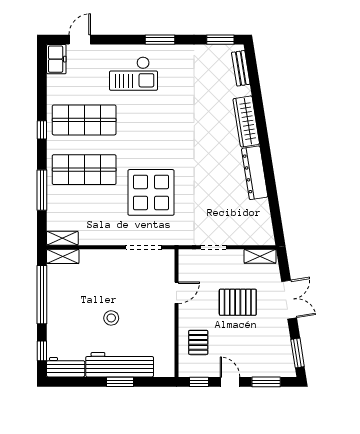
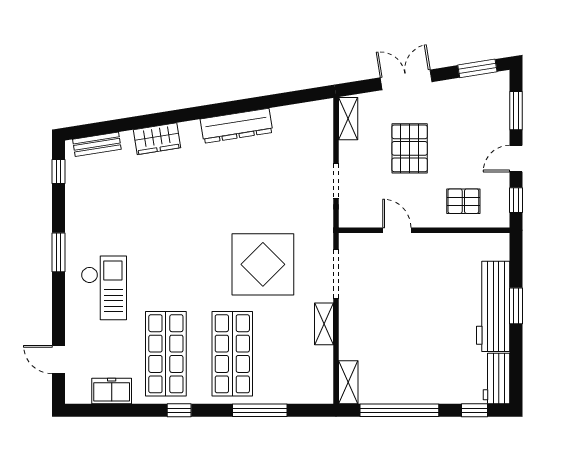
window: (220, 40) -> (58, 172), width x0.67
freezer: (56, 59) -> (112, 391), moved
wardrobe: (246, 121) -> (157, 139), width x0.67
shelving: (62, 238) -> (324, 324), moved
stool: (111, 318) -> (431, 318), removed

